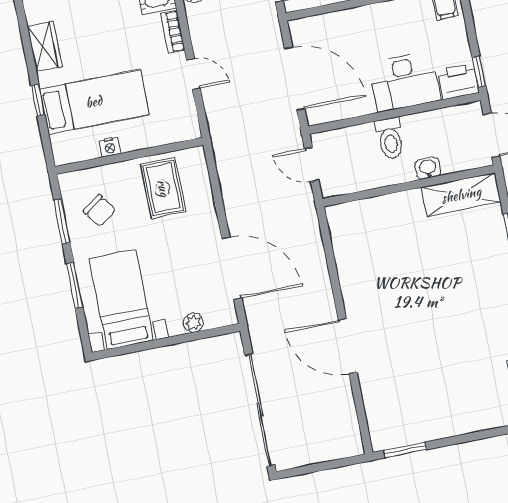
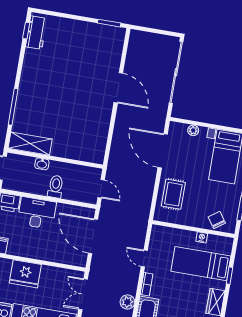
rug: (163, 188) -> (173, 194), moved
chair: (100, 211) -> (217, 220), moved

